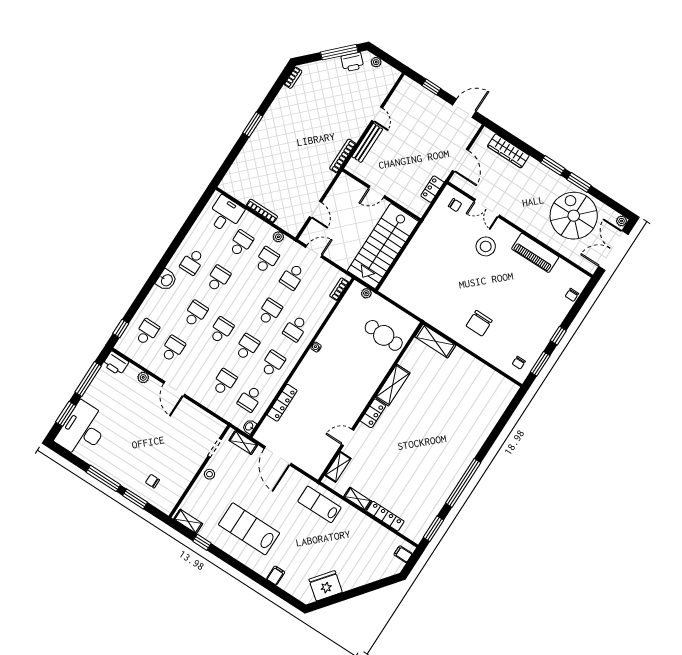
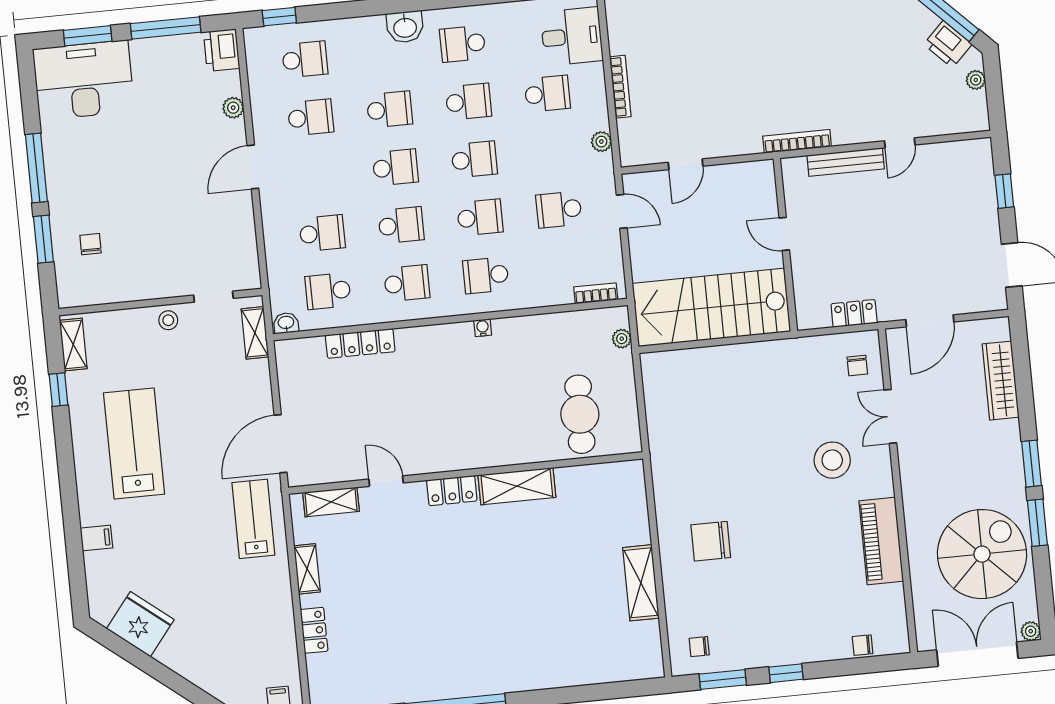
school desk: (267, 260) -> (474, 159), moved
shelving: (435, 341) -> (641, 583), moved
door: (278, 456) -> (281, 444), moved
locker: (385, 516) -> (314, 630), width x0.66

